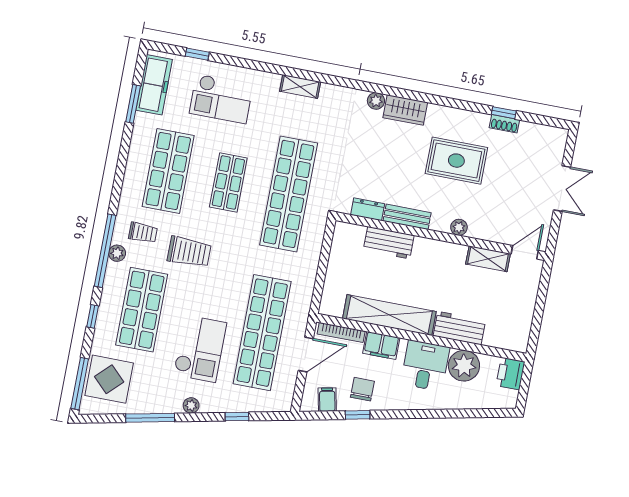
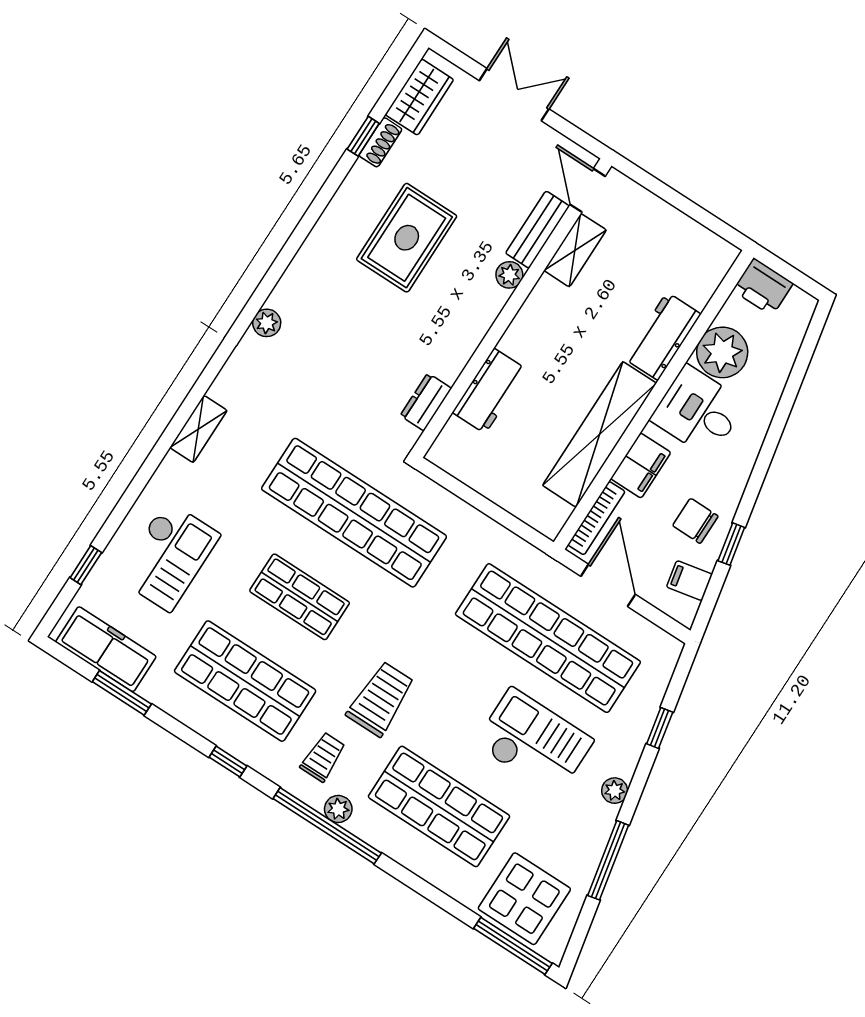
wardrobe: (405, 110) -> (419, 97), moved
bench: (407, 217) -> (538, 230), moved
window: (93, 316) -> (228, 762), moved

